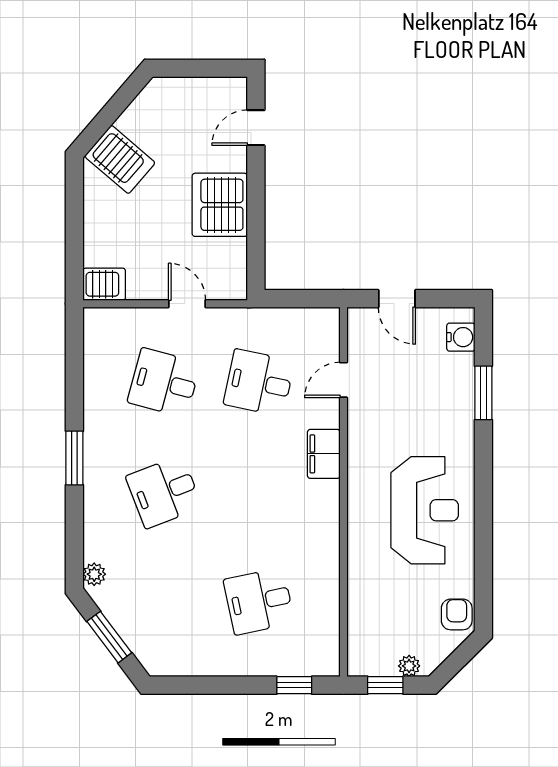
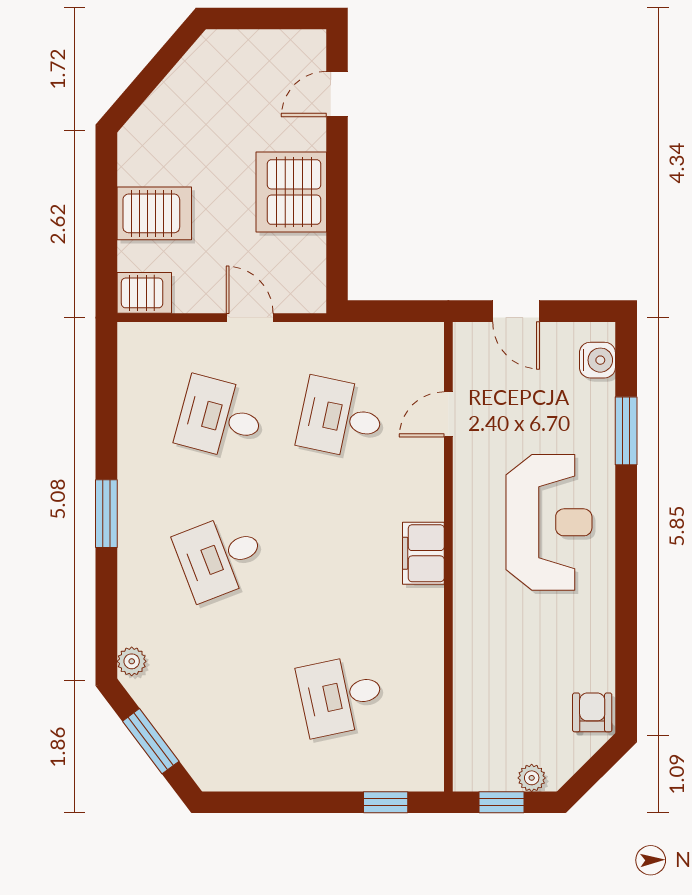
server rack: (120, 160) -> (154, 213), moved, turned -41
filing cabinet: (324, 454) -> (423, 553), moved
reception desk: (425, 510) -> (549, 522), moved

